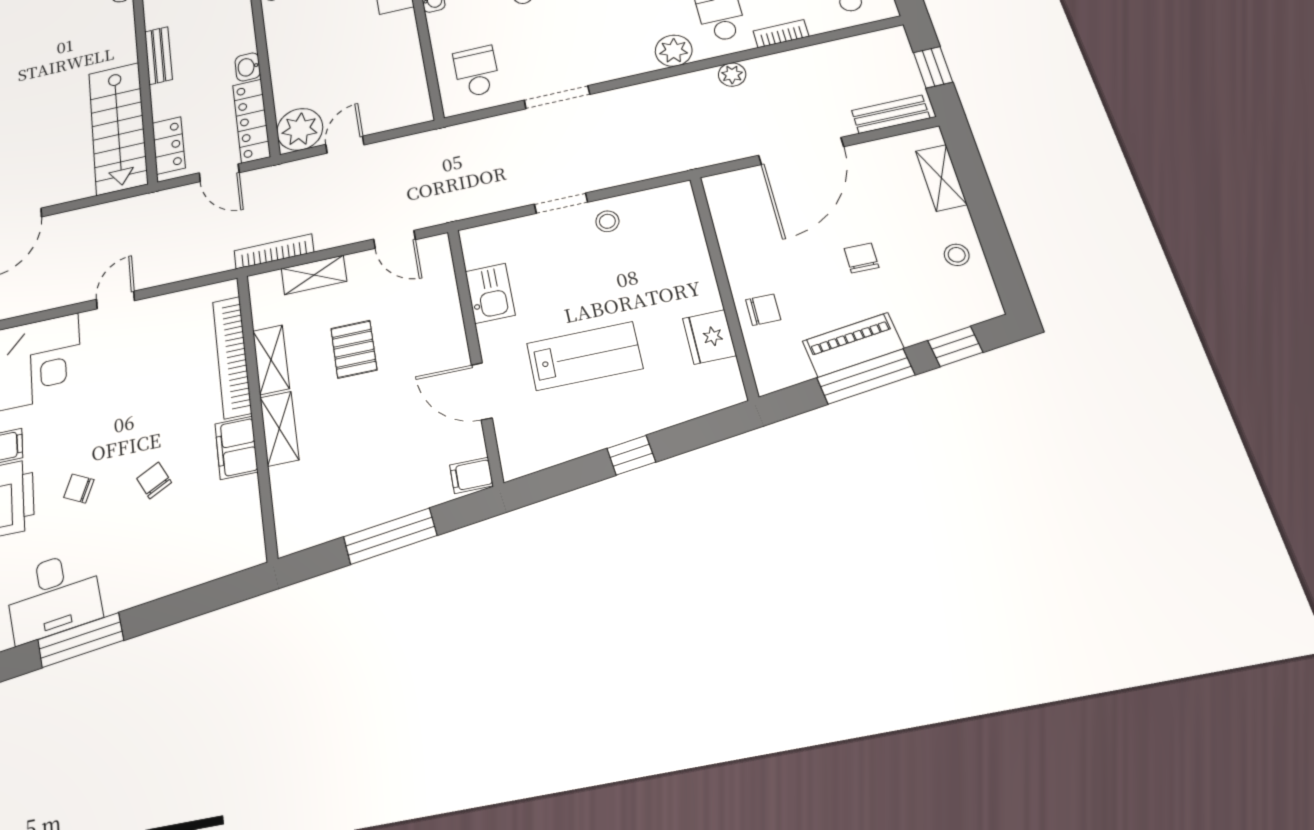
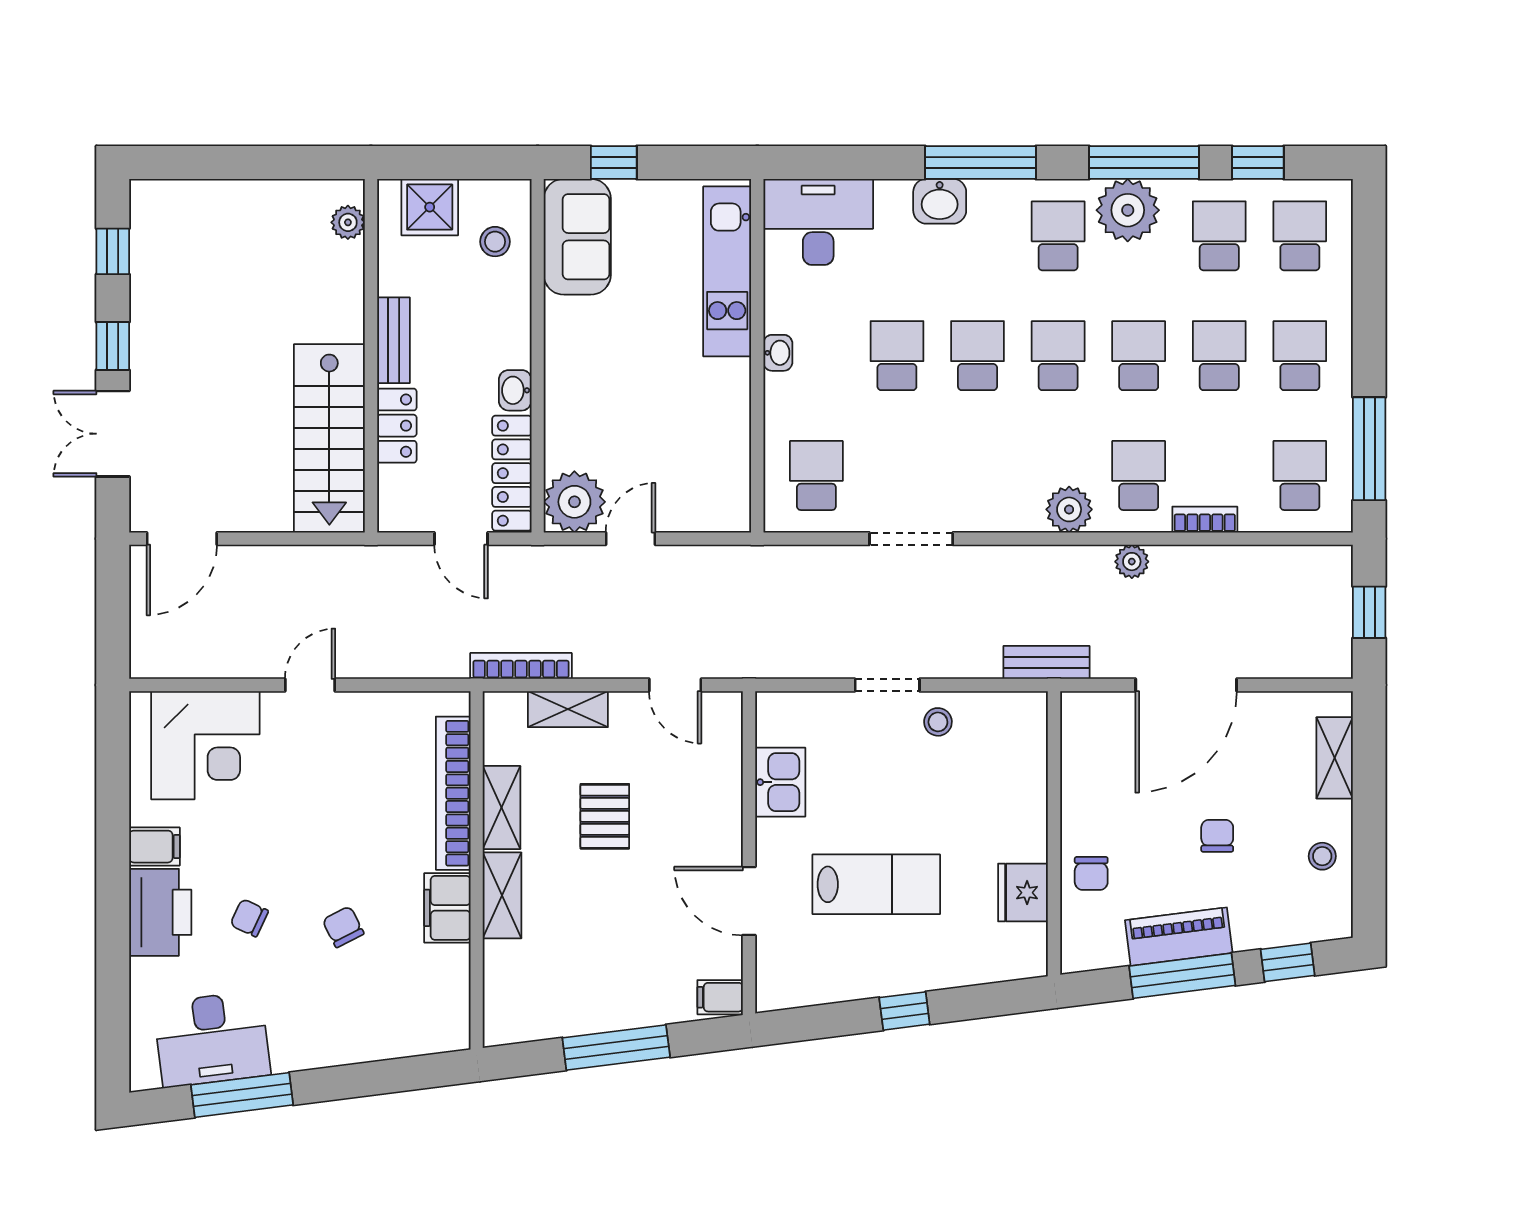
bench: (891, 114) -> (1047, 662), moved
locker: (169, 145) -> (397, 426), moved
chair: (763, 310) -> (1091, 873), turned 90

